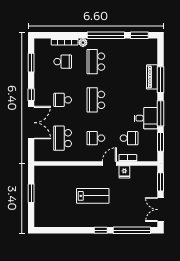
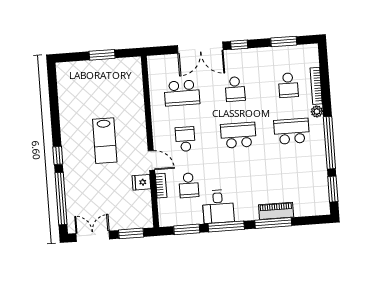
school desk: (63, 100) -> (235, 89), turned 180
school desk: (63, 138) -> (182, 93), turned 180

